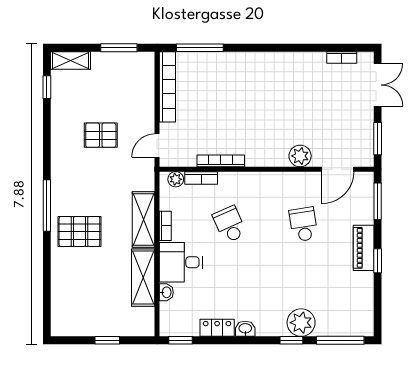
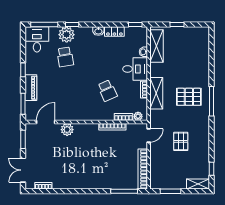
pallet: (101, 135) -> (181, 141), turned 90
school desk: (303, 224) -> (65, 57), moved
pallet: (79, 231) -> (189, 97), moved
piano: (364, 248) -> (31, 88), moved
shelving: (143, 278) -> (157, 46), moved
desk: (353, 314) -> (37, 39), added

